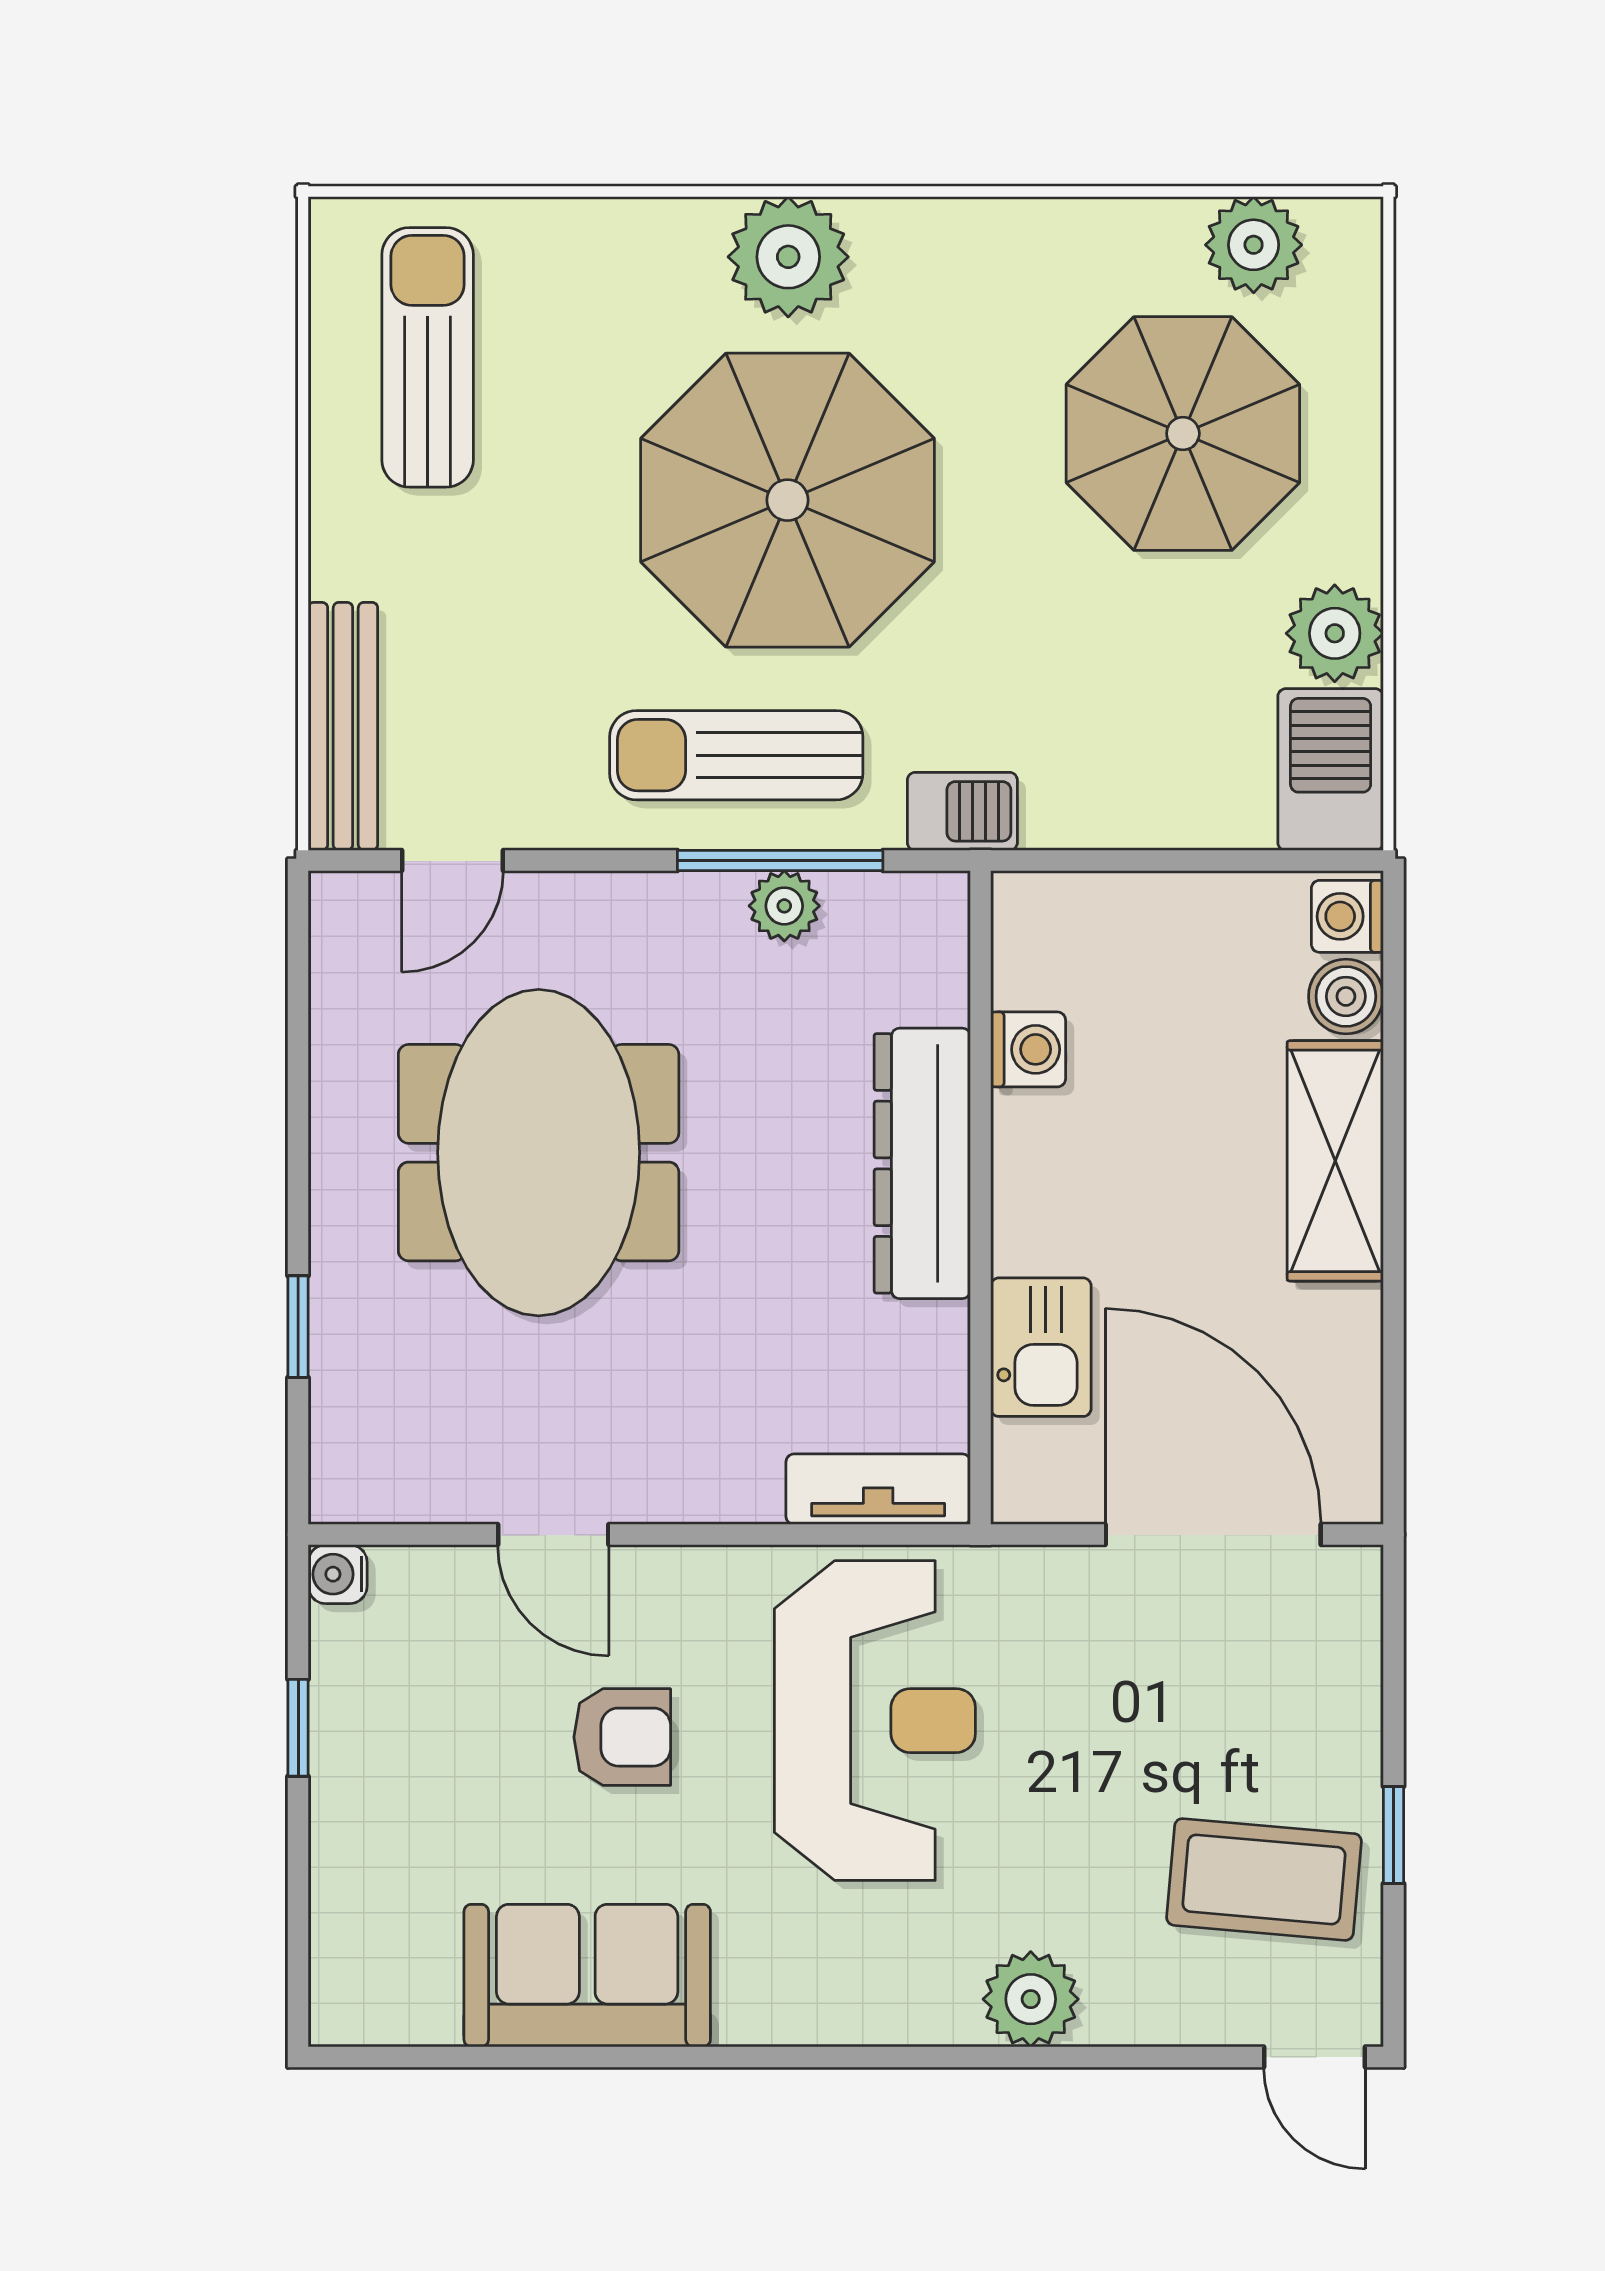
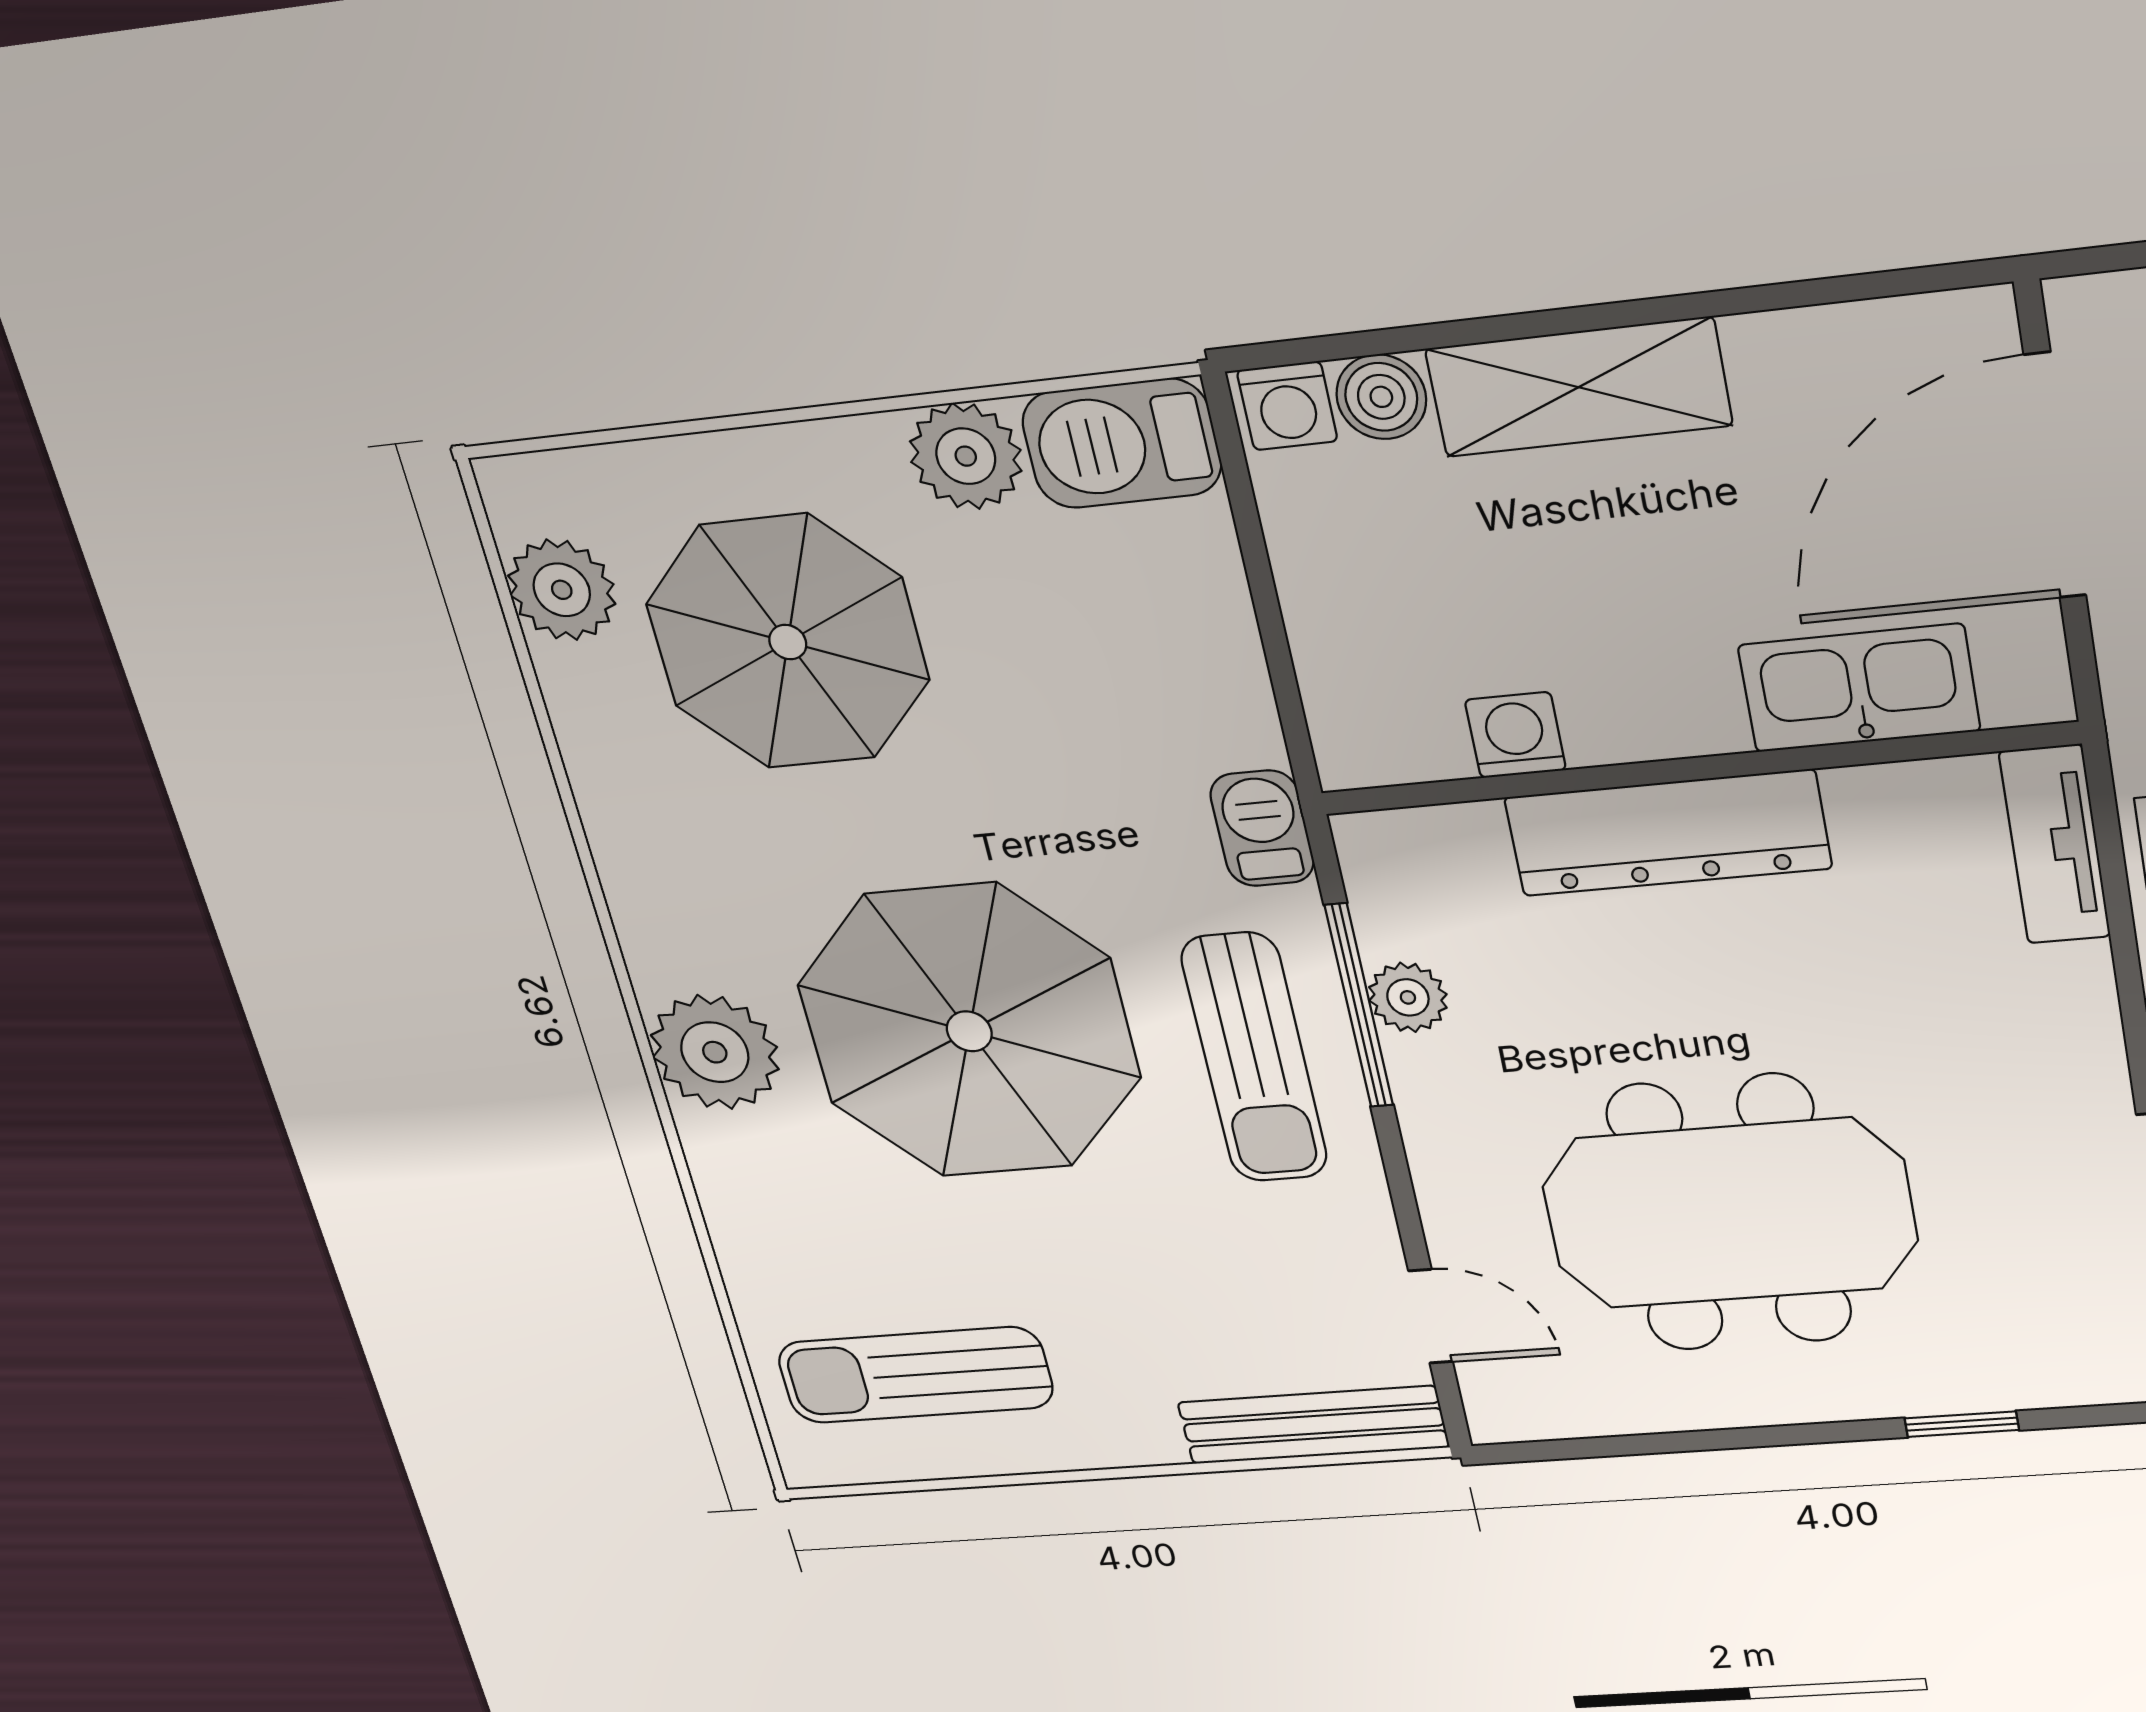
kitchen sink: (1041, 1347) -> (1859, 688), width x1.38

